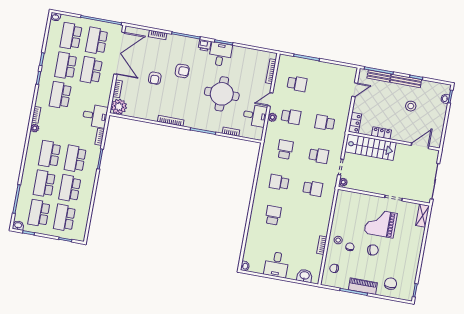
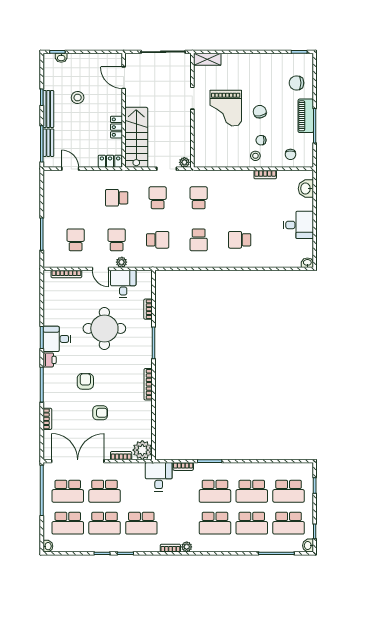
school desk: (325, 123) -> (117, 198), turned 90
school desk: (285, 149) -> (158, 240), turned 180

